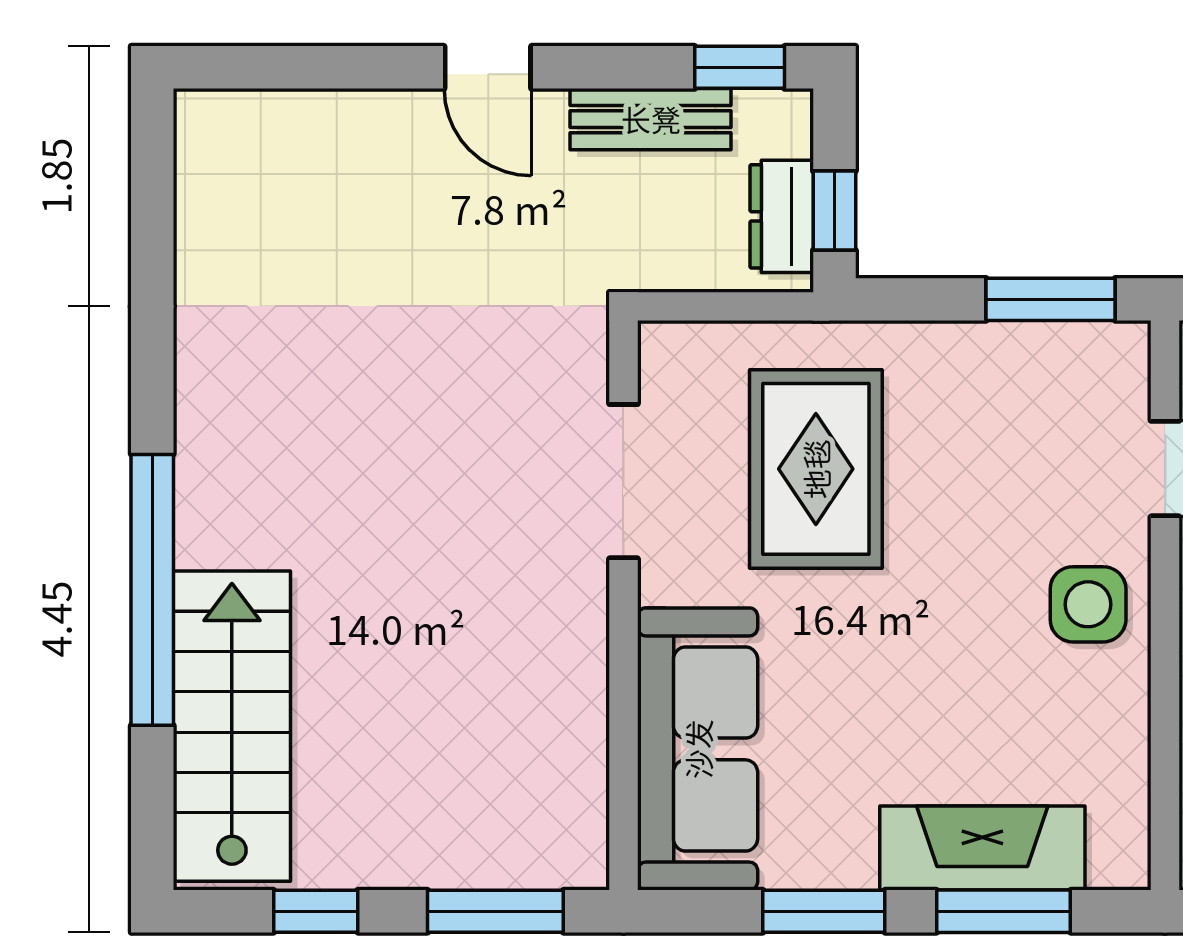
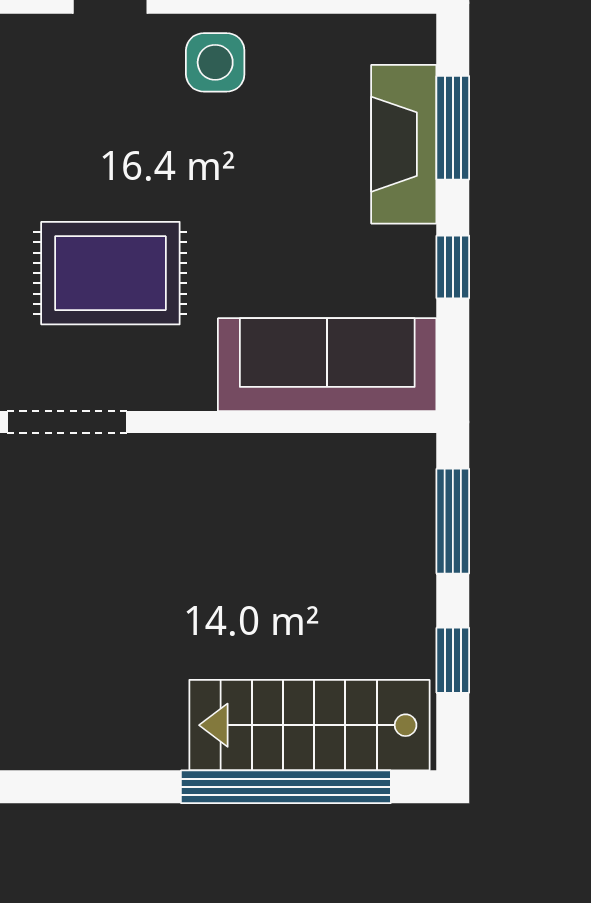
doorway: (623, 481) -> (67, 422), moved
window: (152, 590) -> (286, 787), moved
window: (824, 911) -> (453, 267), width x0.67

